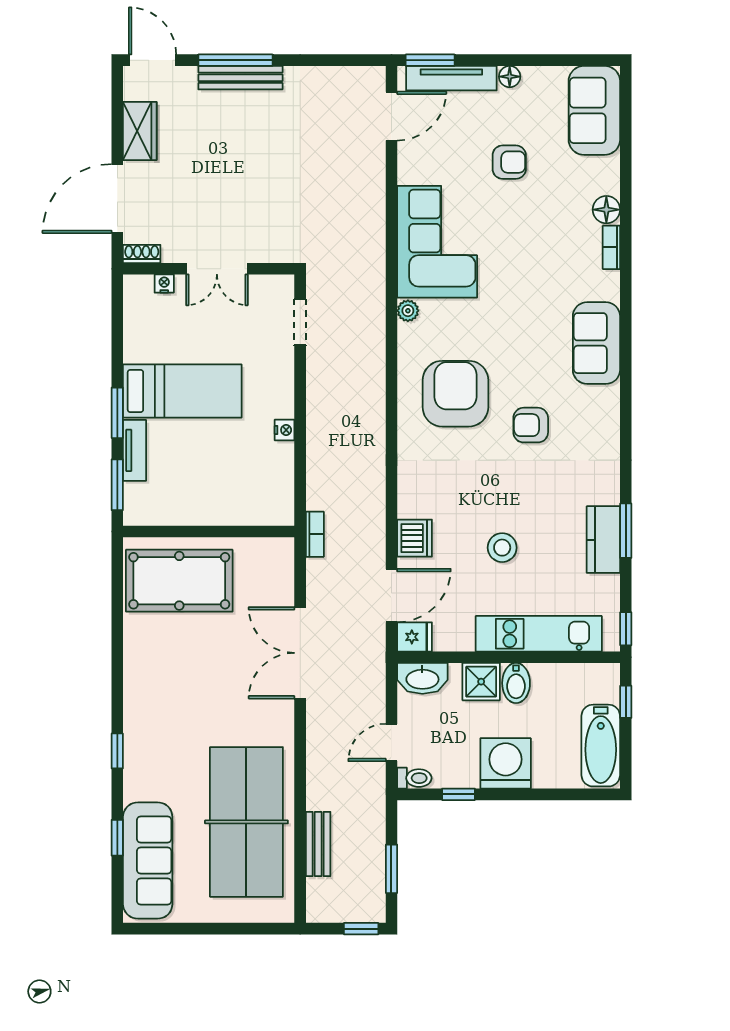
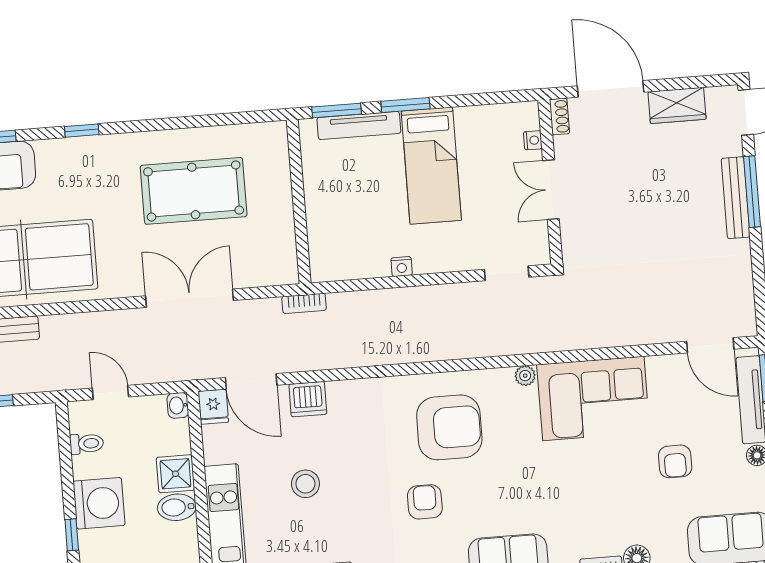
tv unit: (135, 450) -> (359, 125), width x1.41
pool table: (179, 581) -> (194, 191), moved, turned 90
washbasin: (422, 678) -> (178, 405), width x0.52, depth x0.69
toilet: (414, 778) -> (87, 444), moved, turned -90
window: (459, 794) -> (72, 535), moved

